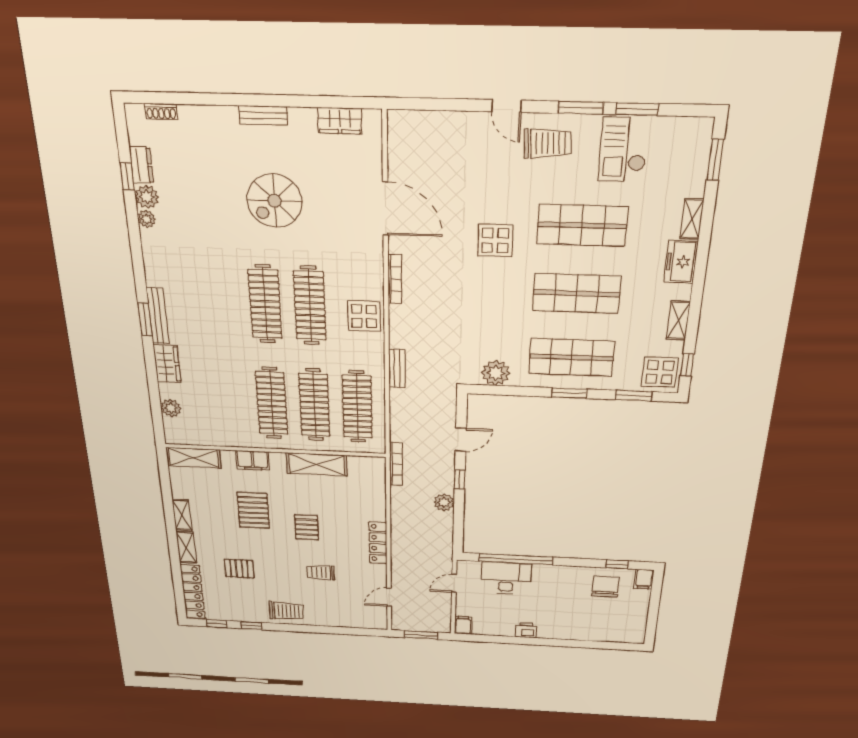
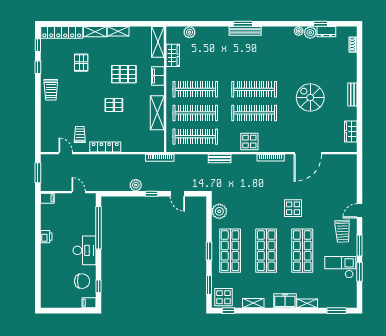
wardrobe: (167, 364) -> (173, 55), moved, turned -90
trolley: (321, 573) -> (80, 134), moved
desk: (506, 578) -> (84, 250), moved

